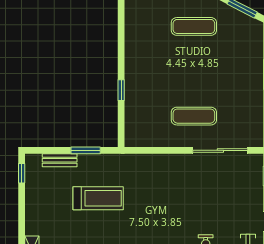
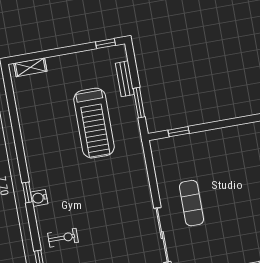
window: (121, 90) -> (179, 132), moved
treadmill: (98, 198) -> (94, 123), width x1.37, depth x1.38

